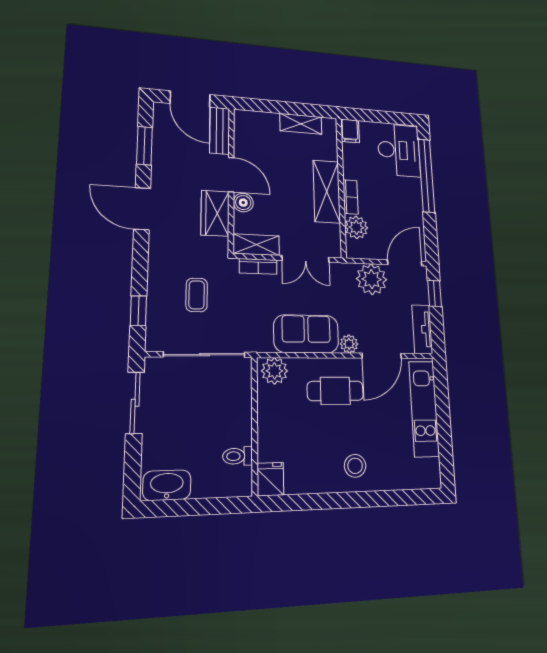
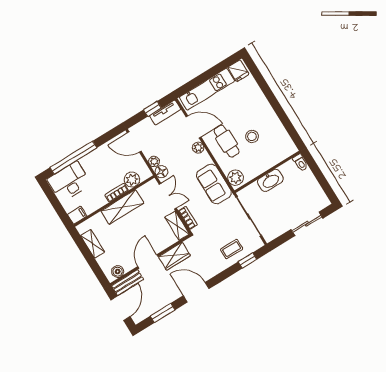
boiler: (243, 203) -> (118, 272), moved
door: (142, 209) -> (196, 292), swing flipped
floor lamp: (345, 272) -> (161, 172), added
plant: (372, 279) -> (154, 161), width x0.53, depth x0.53
window: (435, 293) -> (152, 109), moved
coffee table: (197, 295) -> (232, 249), moved
sofa: (306, 334) -> (214, 184), moved
sliding door: (135, 403) -> (307, 224), moved
toilet: (238, 456) -> (300, 162), moved
stool: (355, 466) -> (252, 136), moved
fridge: (270, 479) -> (238, 71), moved, turned -90
washbasin: (167, 485) -> (270, 180), moved, turned -90

